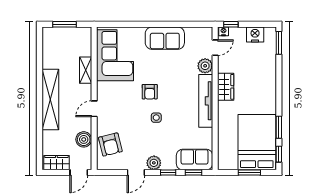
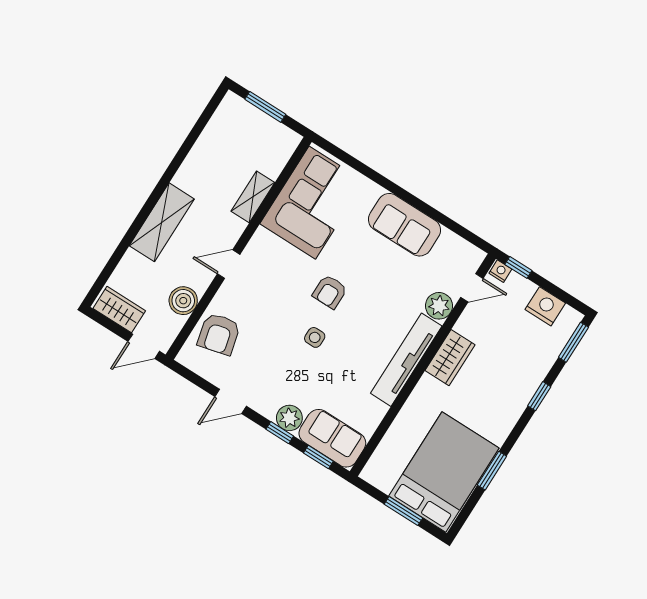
shelving: (50, 99) -> (162, 222), width x0.68
window: (279, 154) -> (539, 396), moved
plant: (154, 163) -> (289, 418), moved

